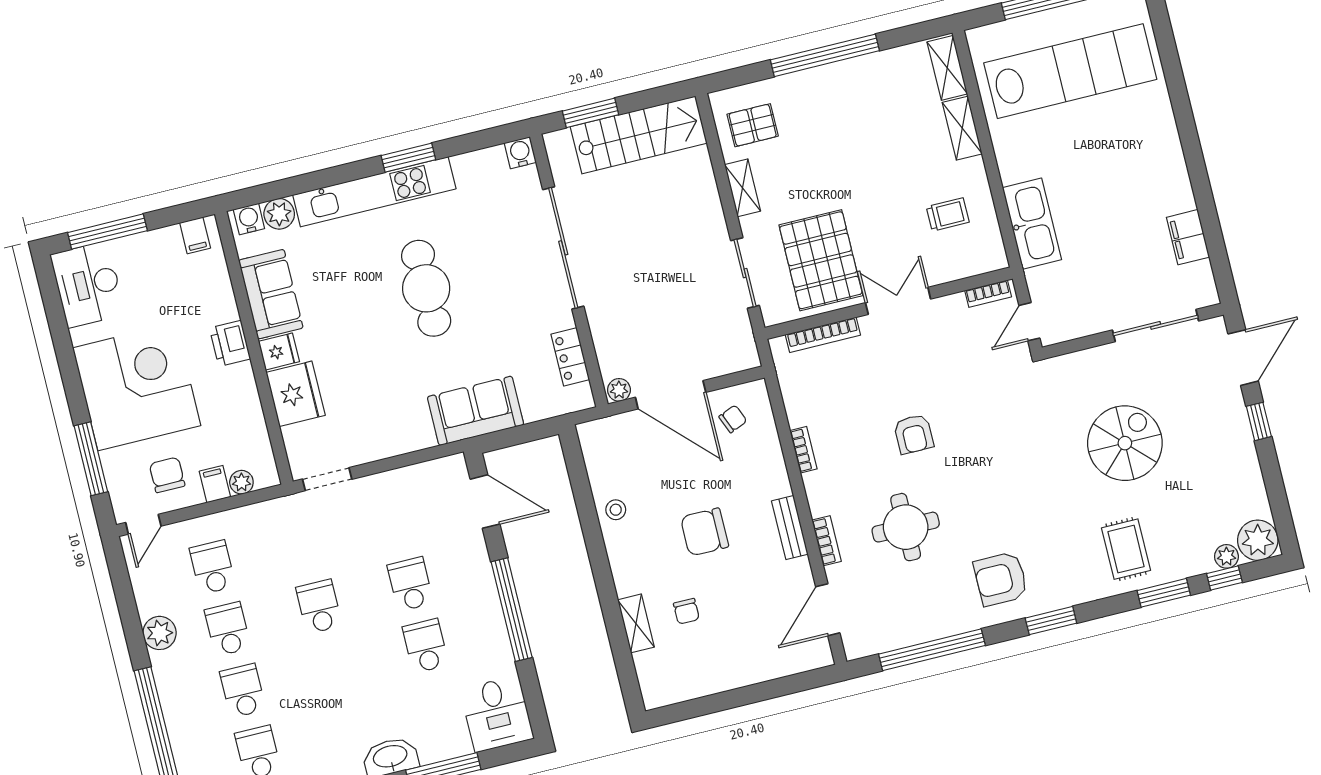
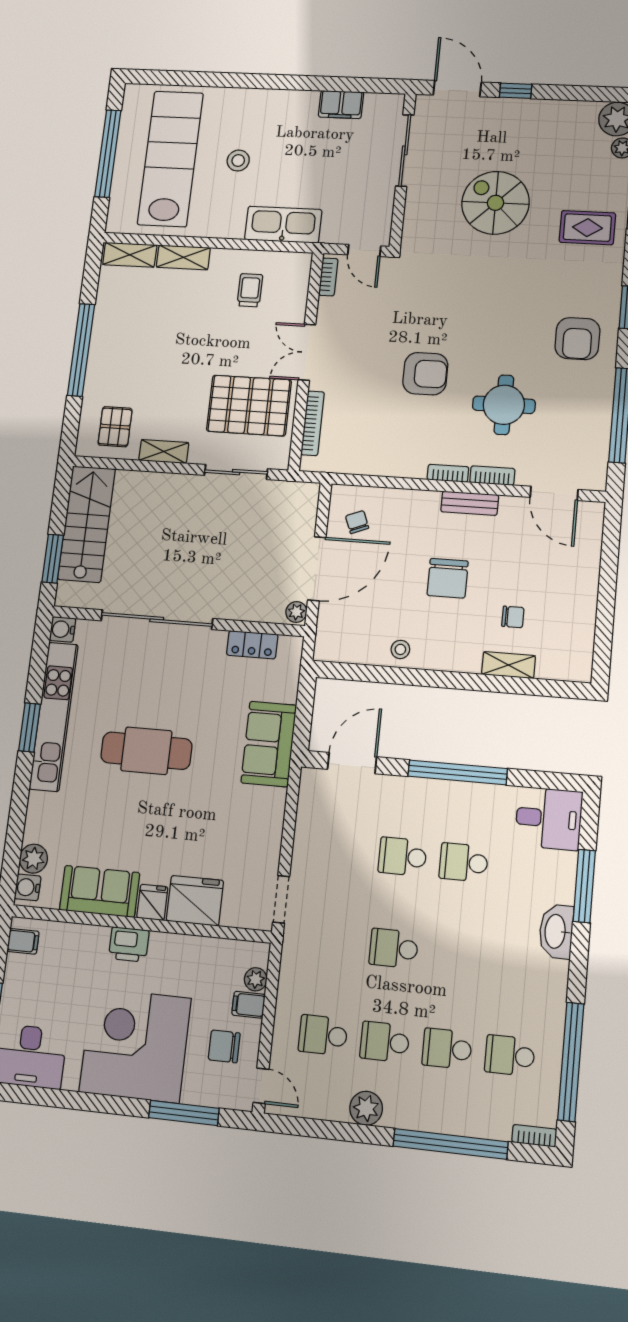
stool: (1090, 147) -> (238, 161), added
kitchen unit: (374, 192) -> (54, 716), moved
armchair: (914, 434) -> (425, 374), width x1.38, depth x1.38
bookcase: (803, 450) -> (448, 473), moved

